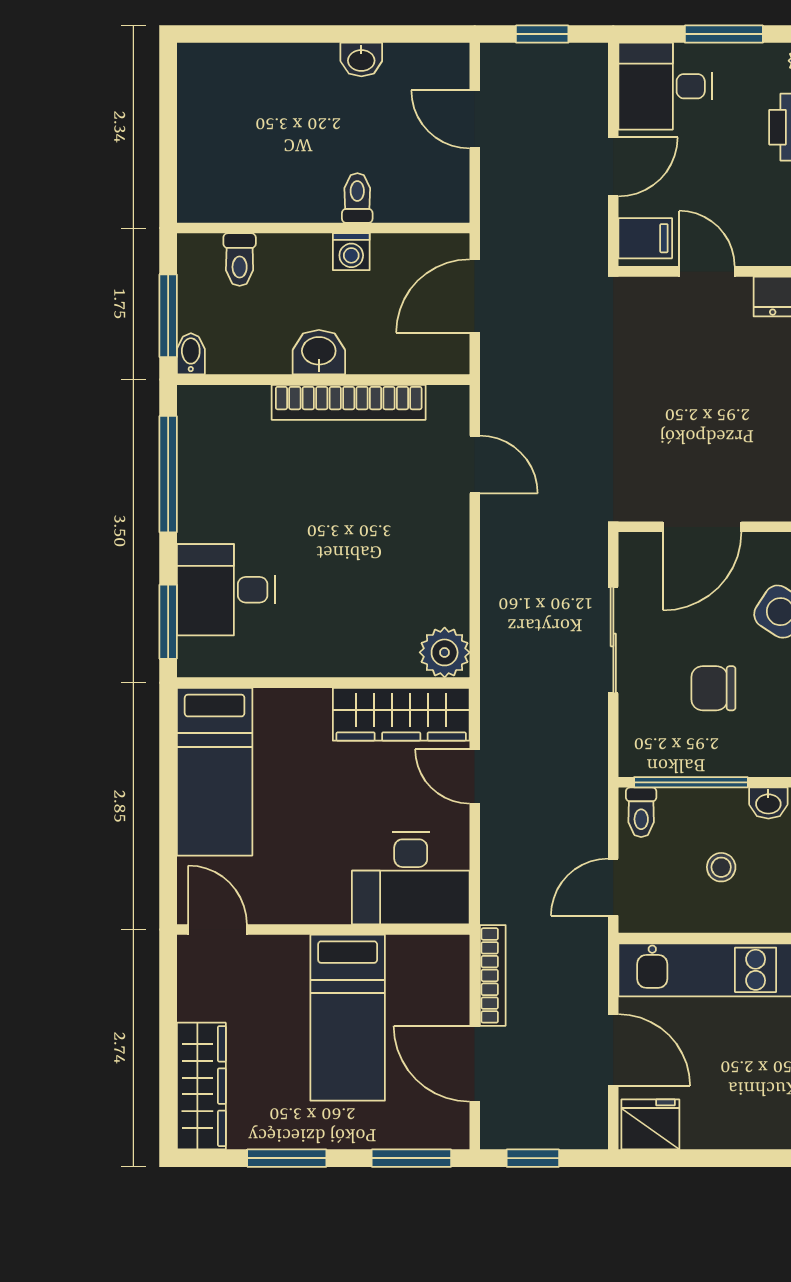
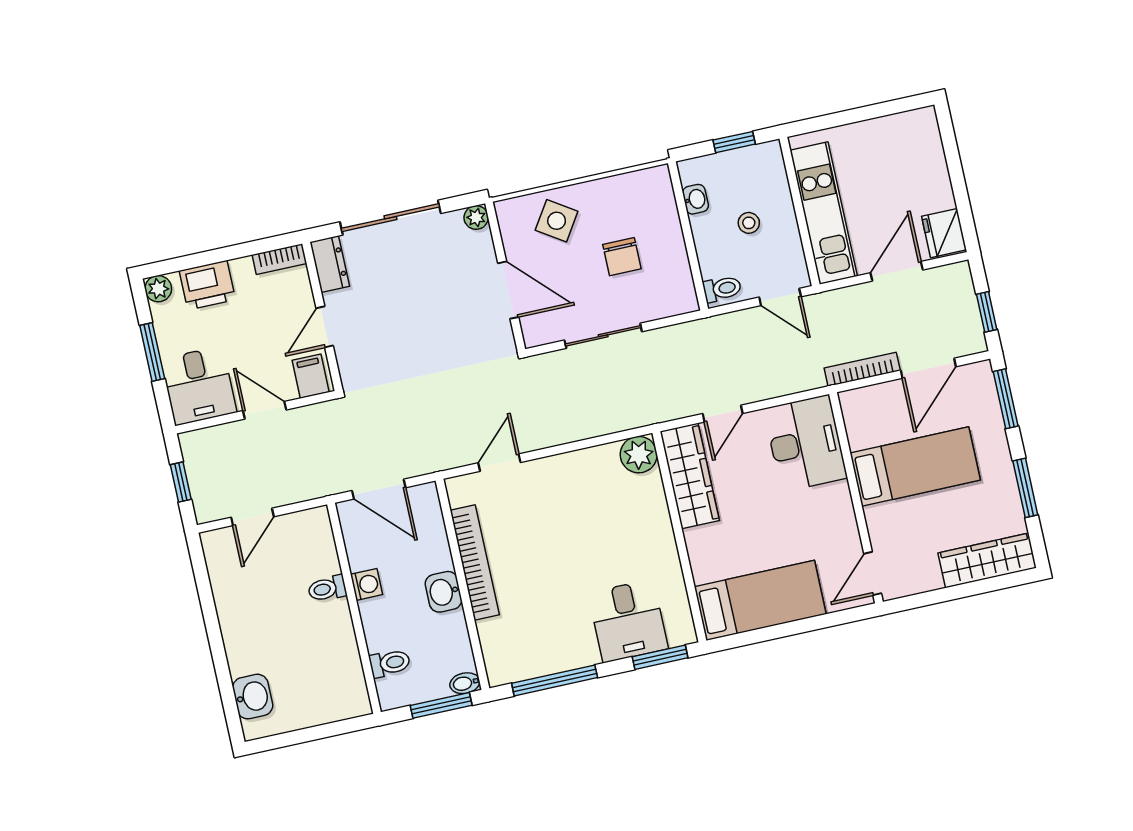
washbasin: (361, 60) -> (253, 697), moved, width x1.38, depth x1.45
window: (691, 782) -> (693, 258), removed

